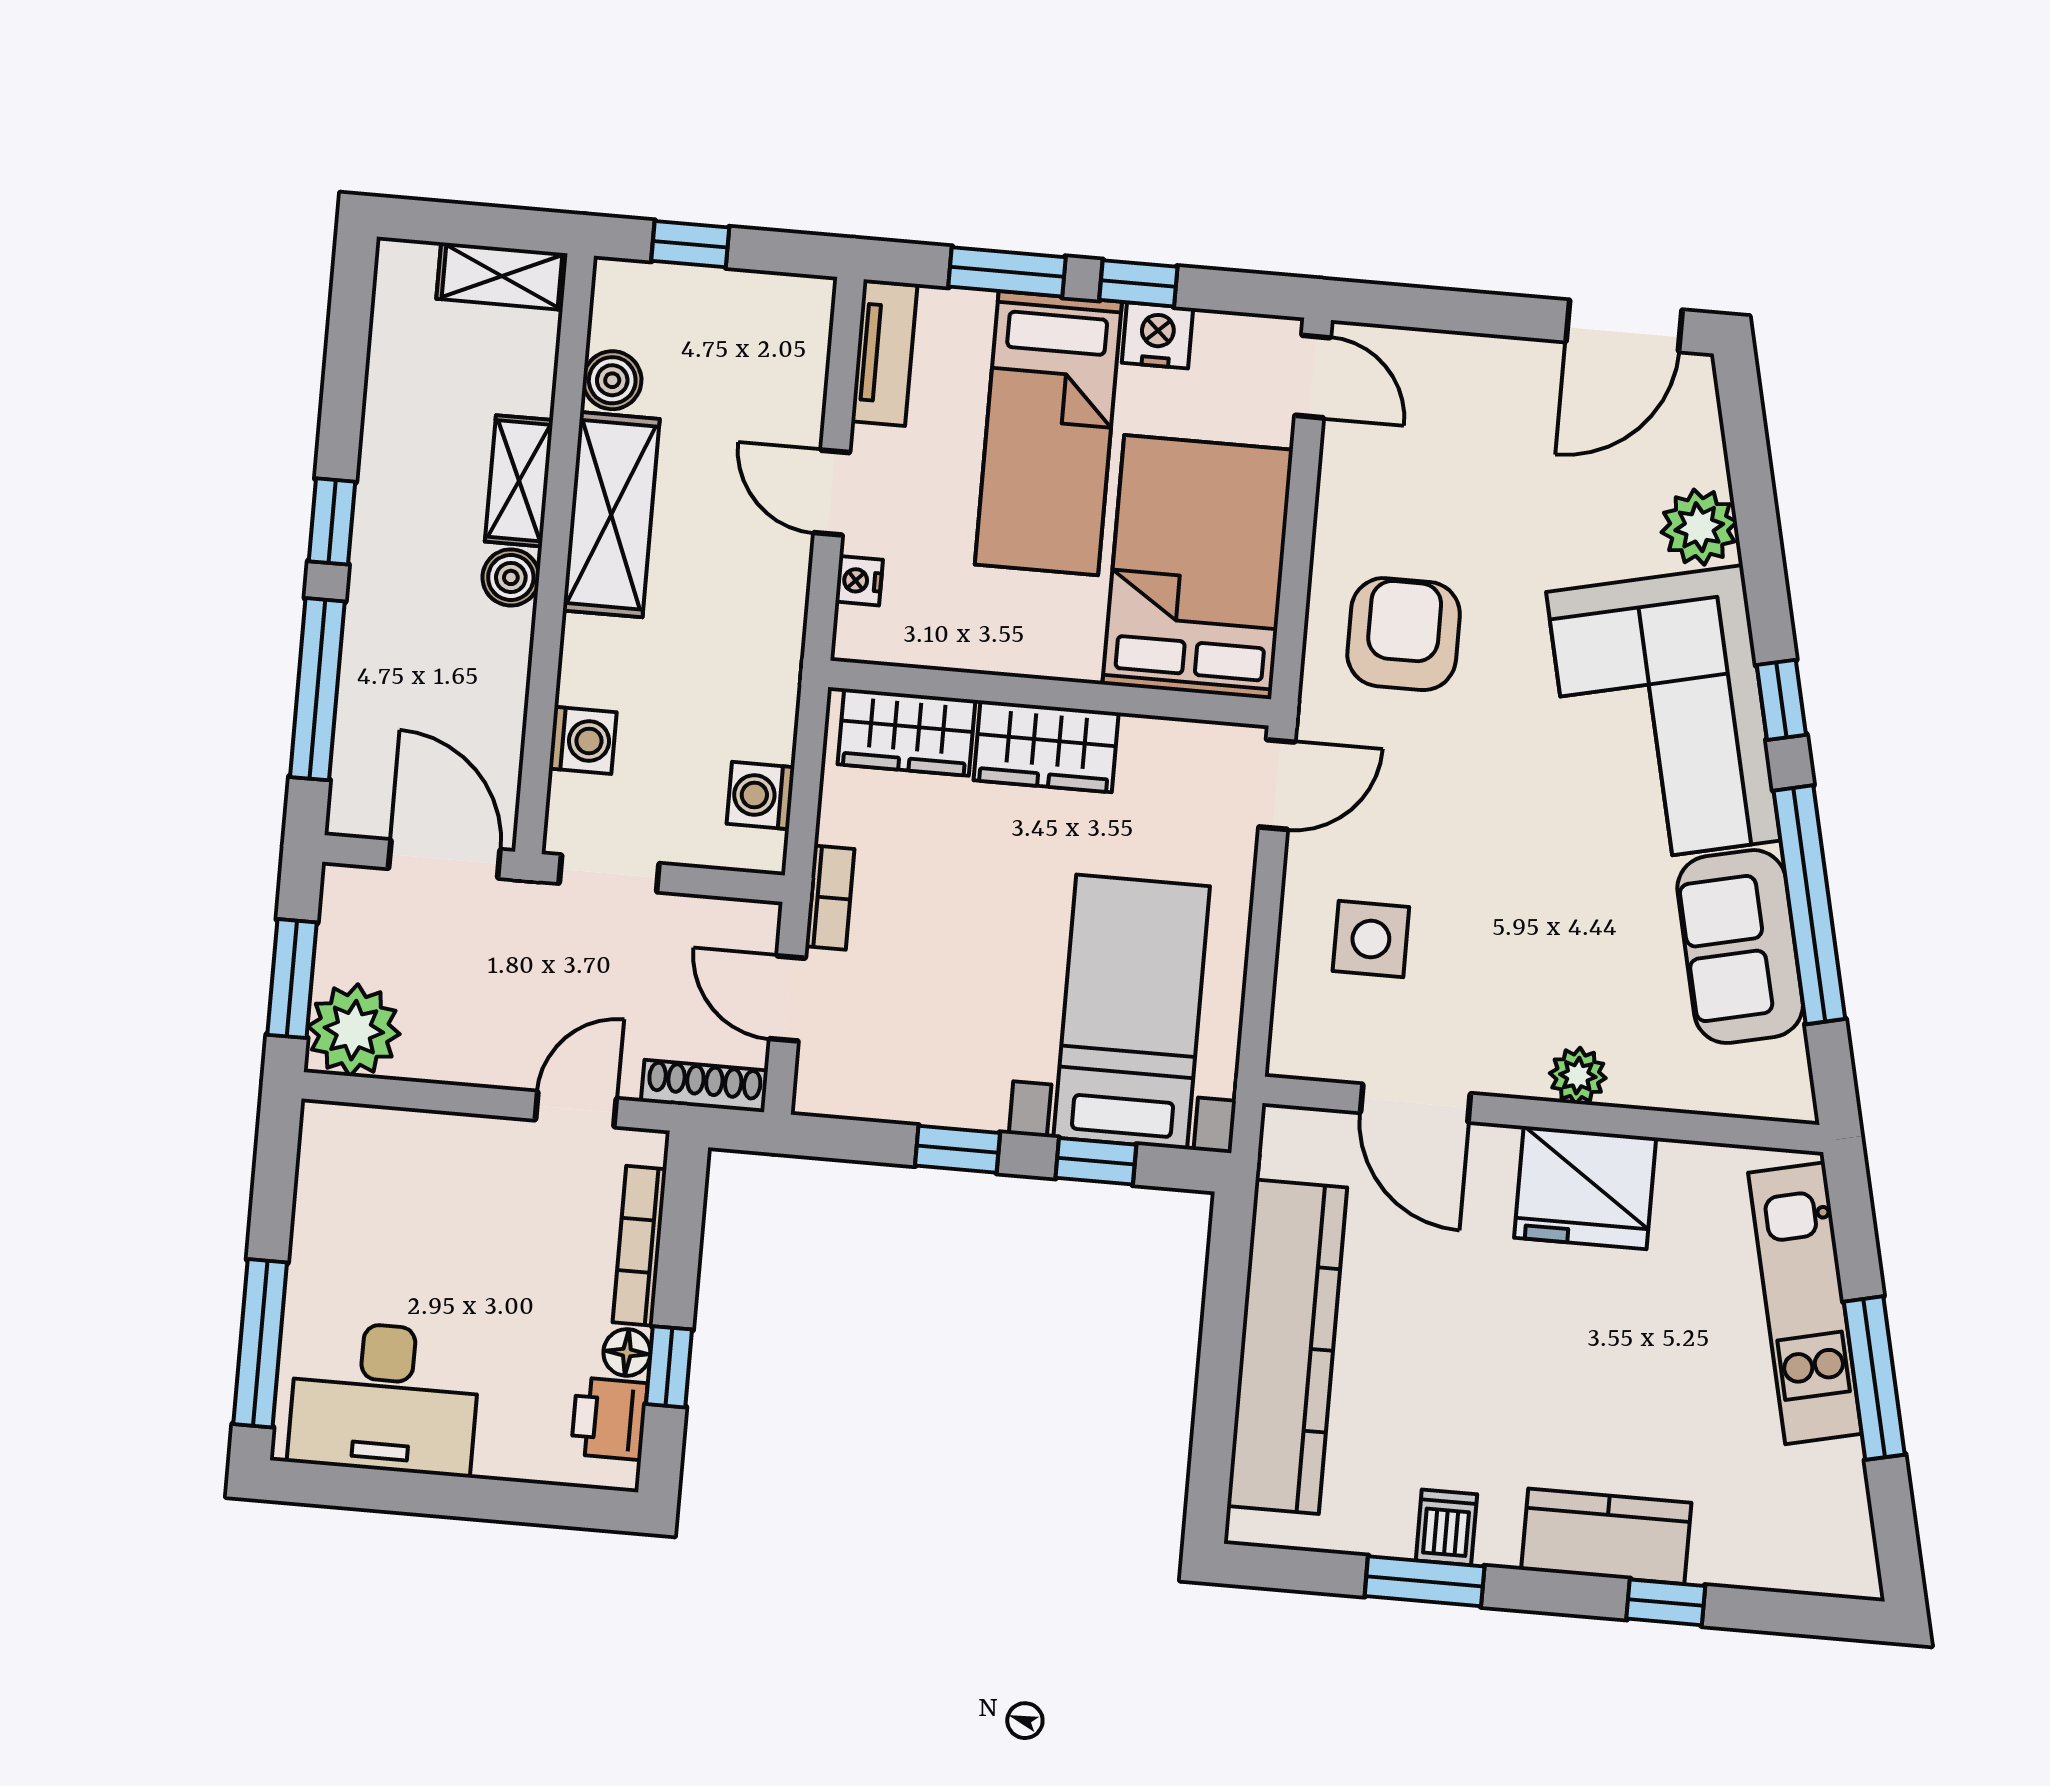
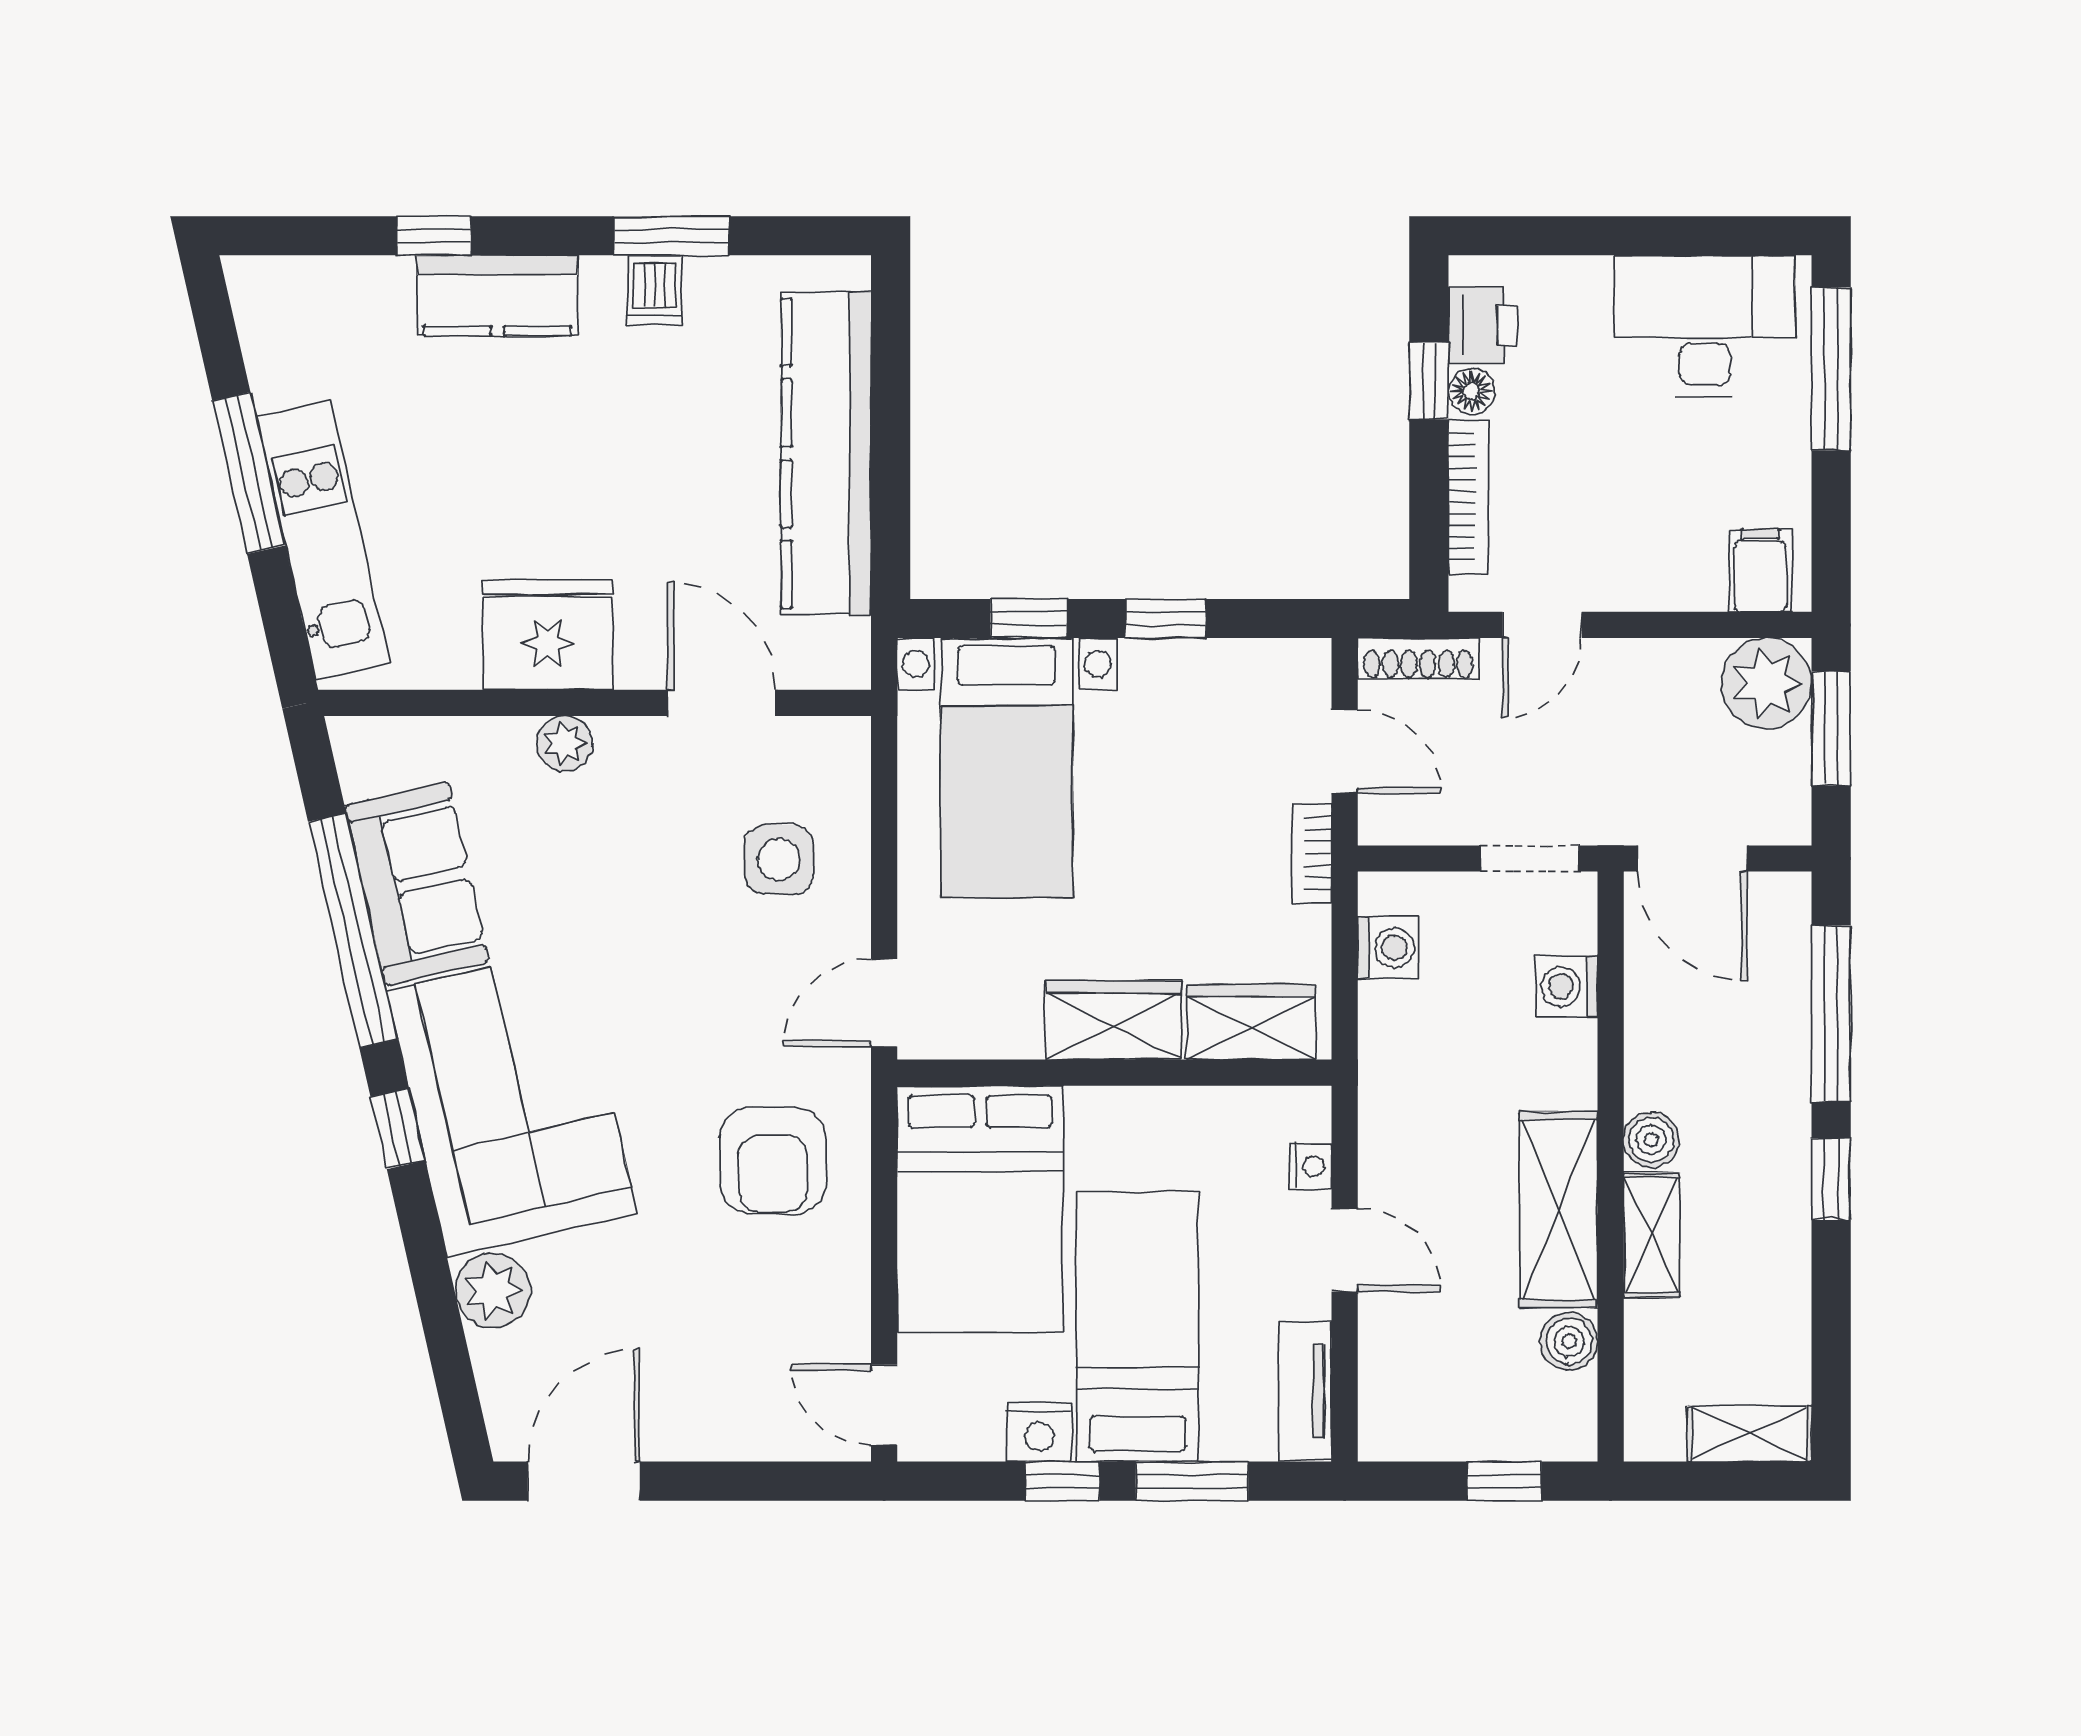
shelving: (502, 276) -> (1749, 1434), moved
filing cabinet: (350, 1145) -> (1760, 571), added

